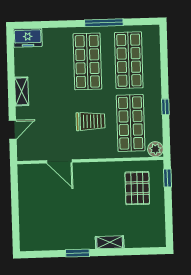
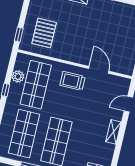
trolley: (90, 121) -> (72, 81), moved
plant: (155, 149) -> (18, 76), moved

